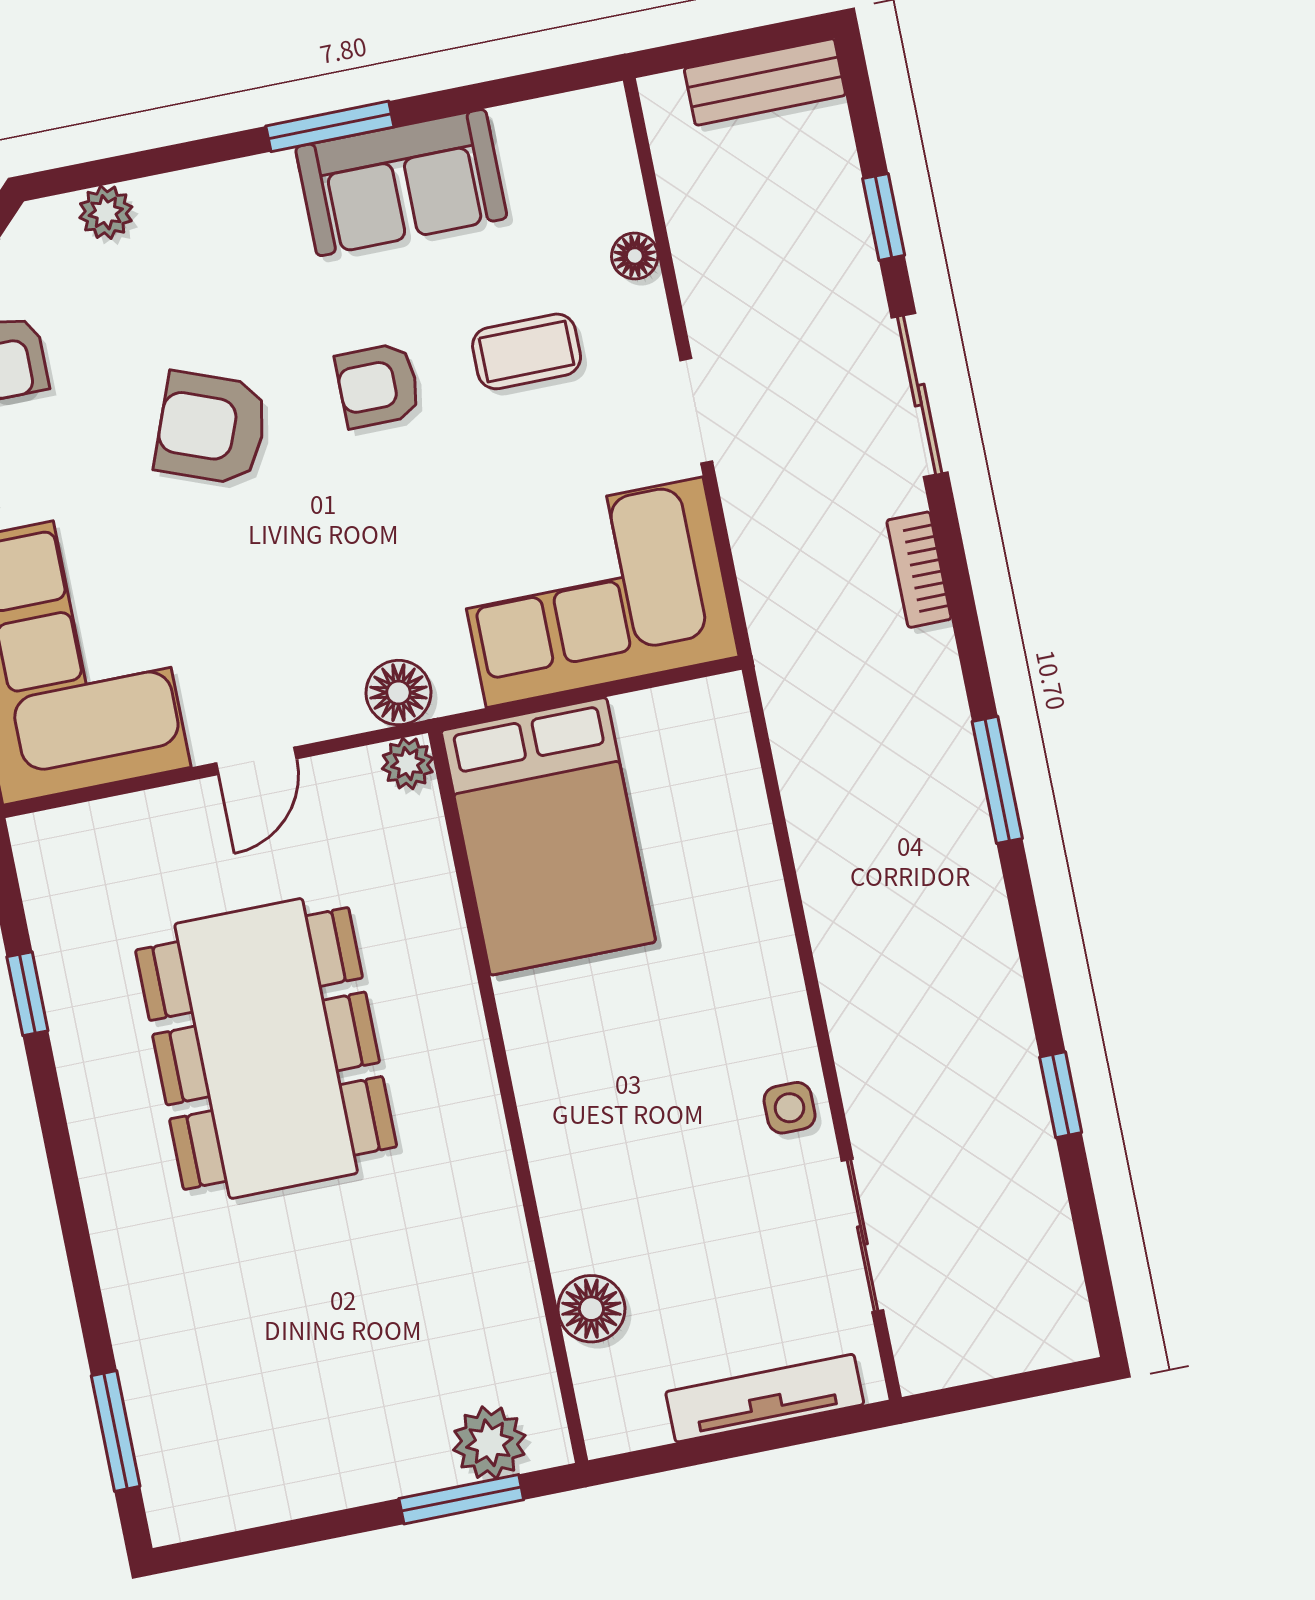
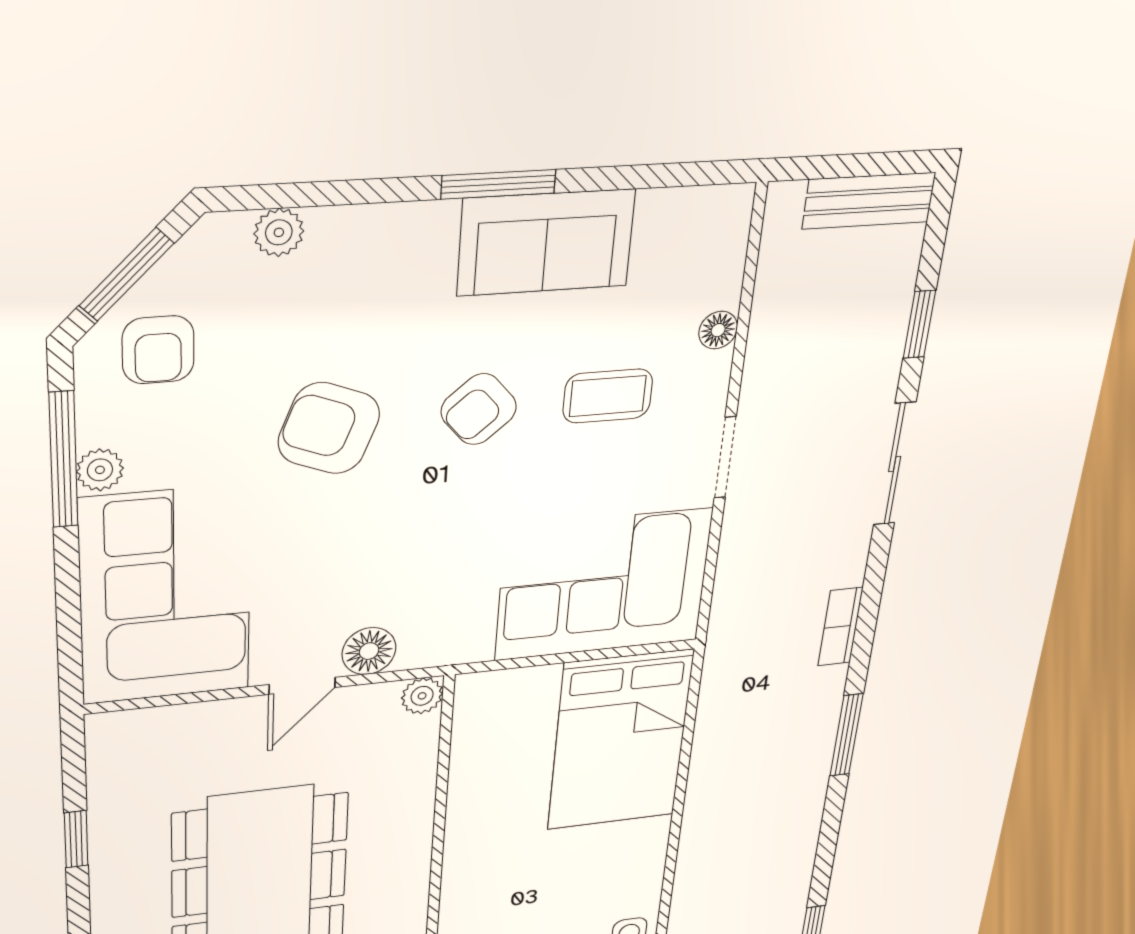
armchair: (378, 385) -> (479, 409), turned -41
bookcase: (919, 570) -> (840, 627), moved
floor lamp: (398, 693) -> (369, 651), moved
bed: (548, 836) -> (620, 740), moved

